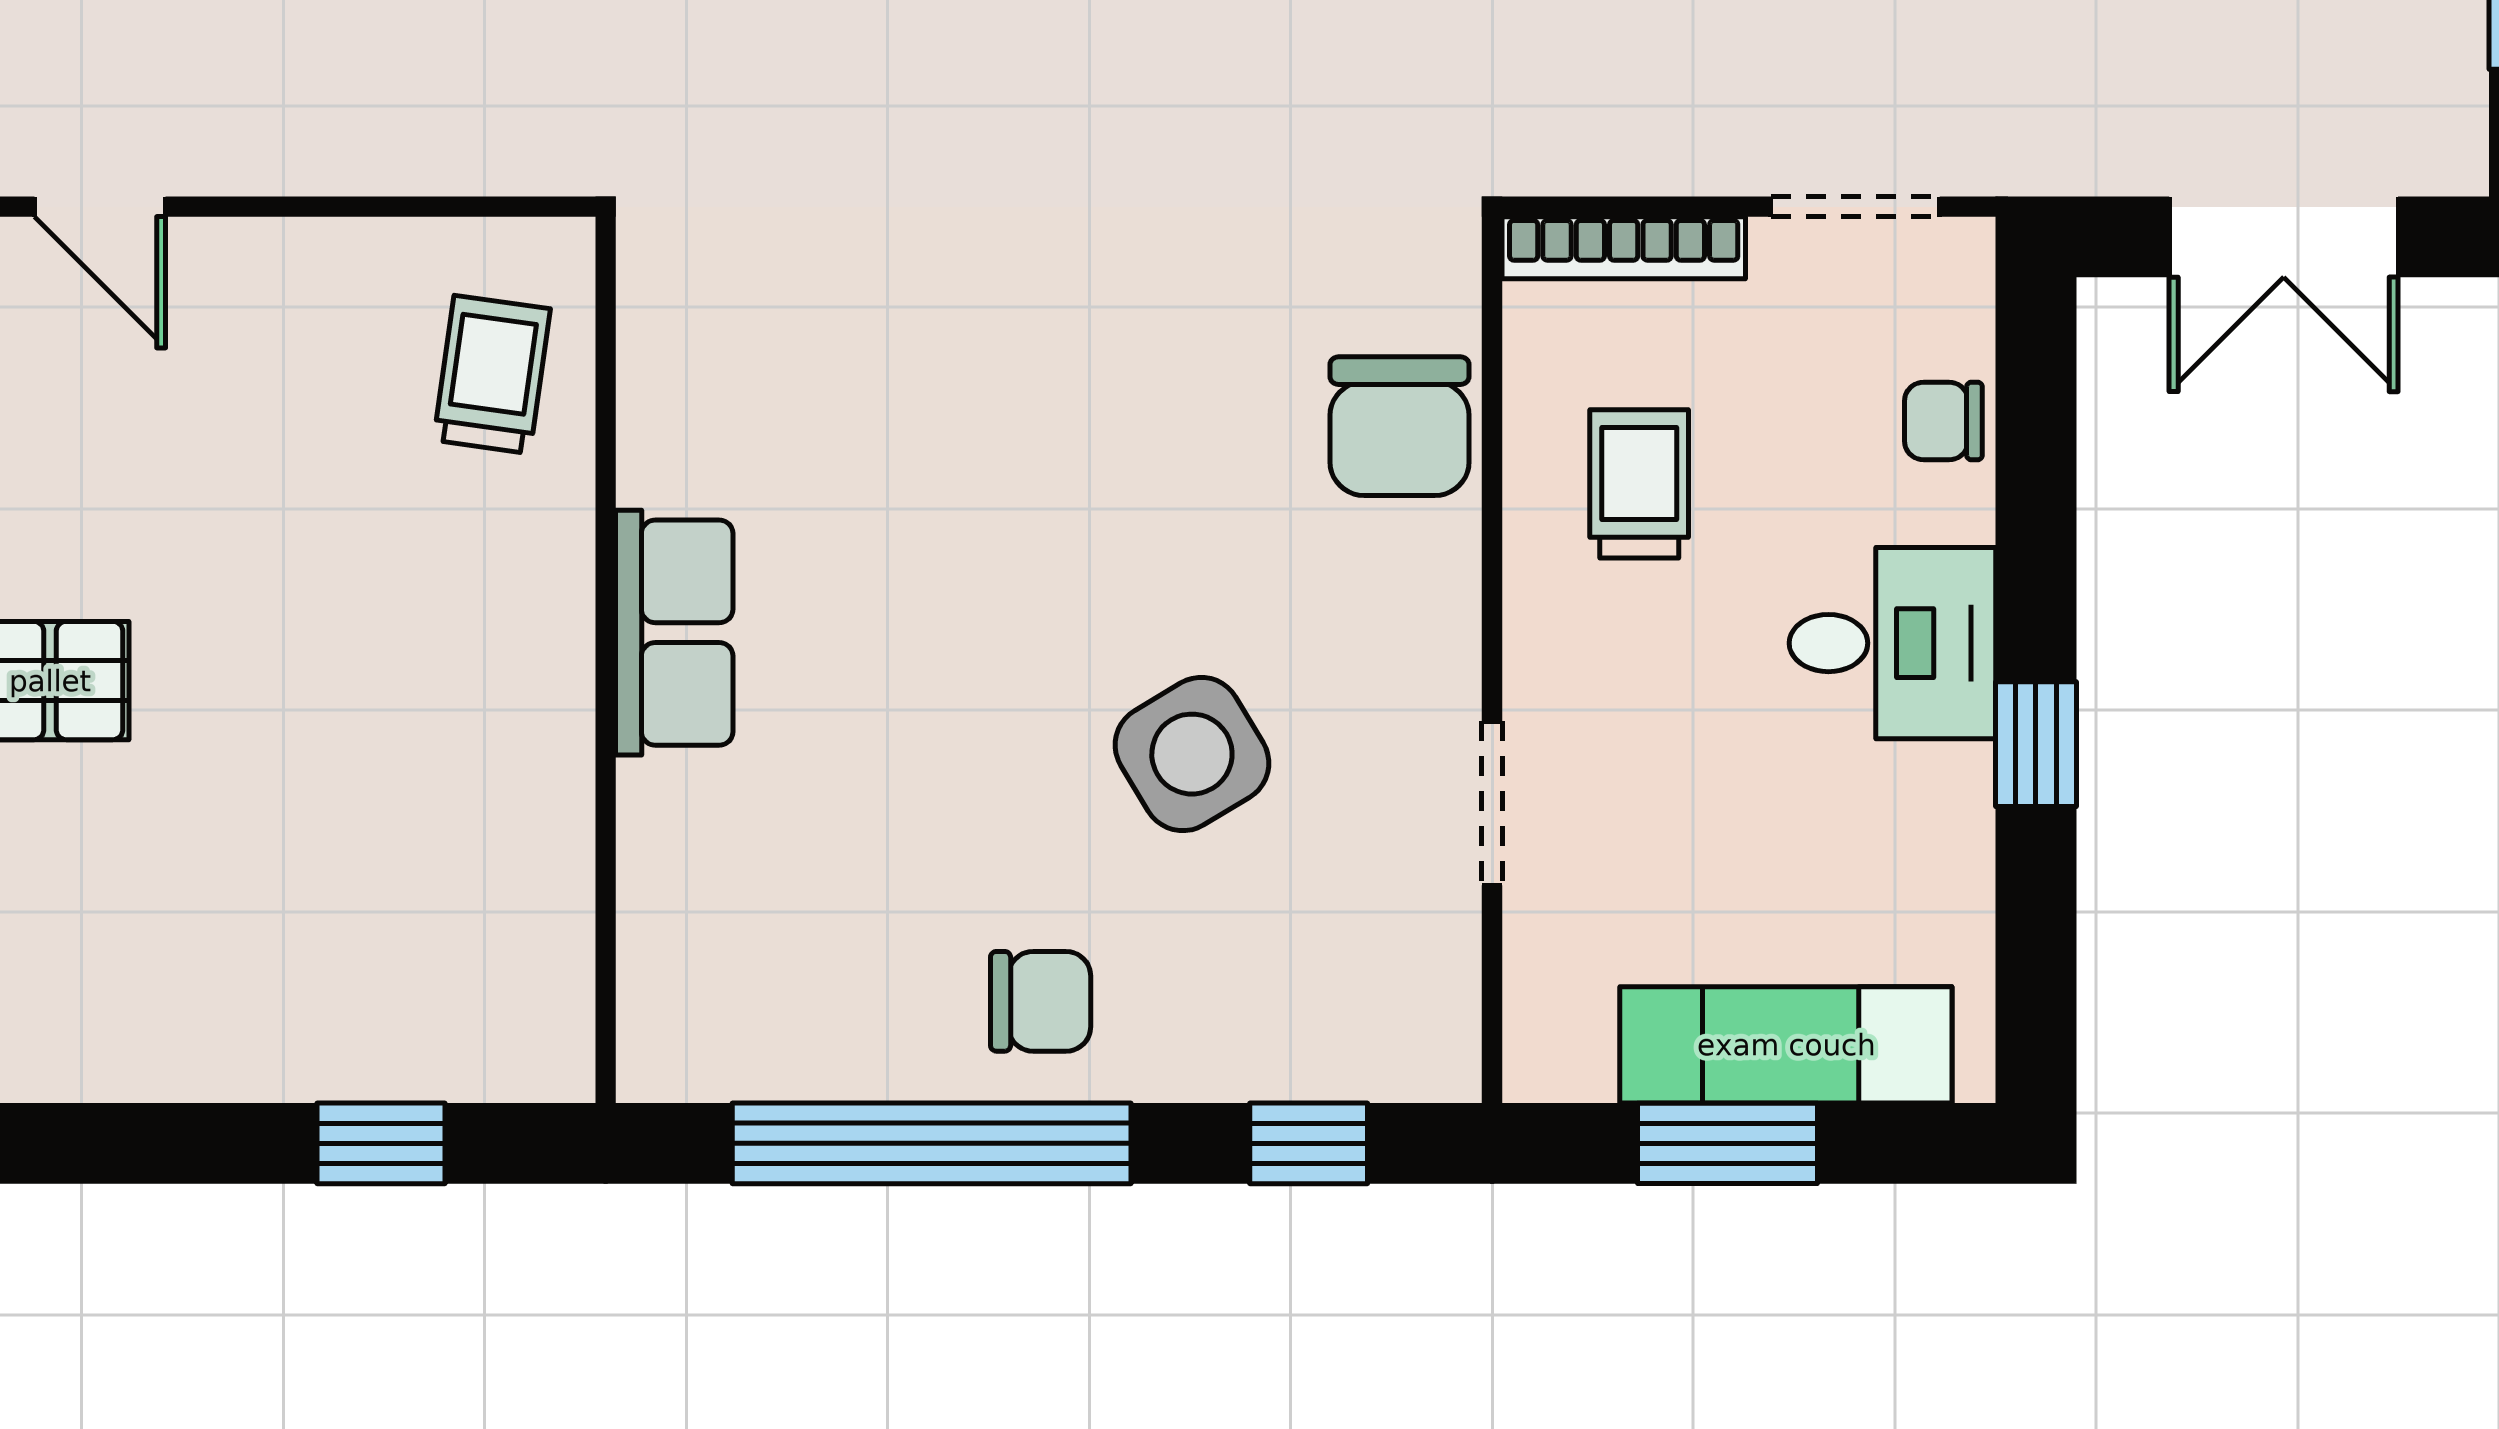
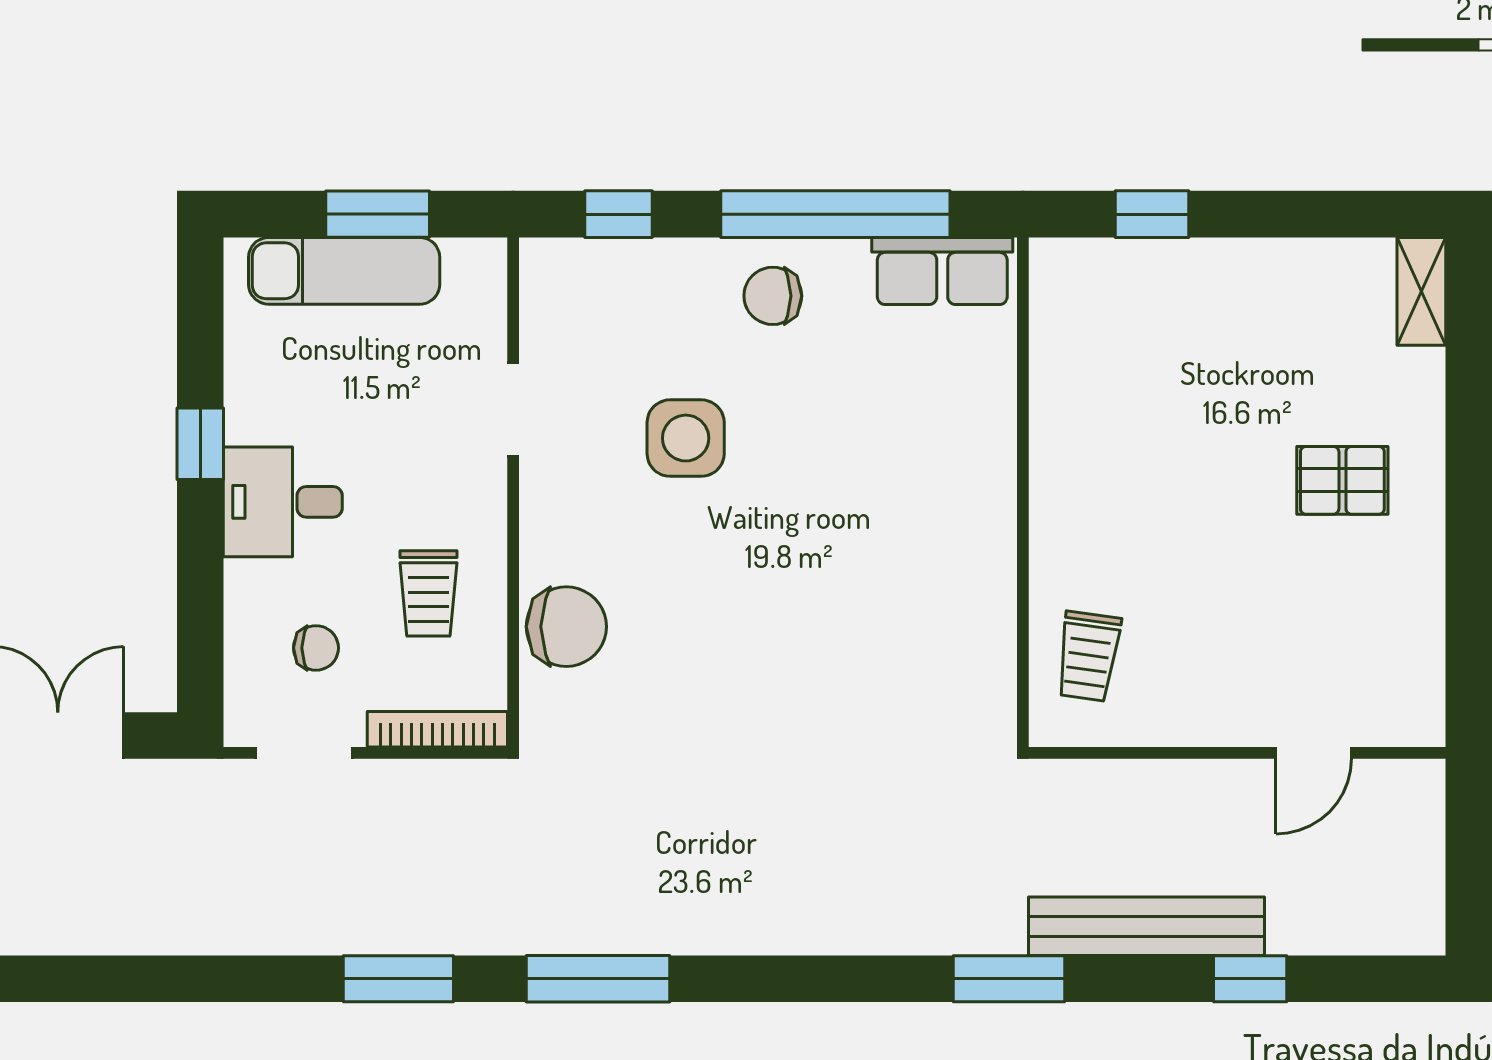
door: (100, 207) -> (1314, 753), swing flipped
chair: (1943, 421) -> (316, 648), moved
chair: (1399, 426) -> (566, 627), turned 90
row of seats: (674, 633) -> (942, 271), moved, turned -90
side table: (1192, 754) -> (686, 438), turned 31

